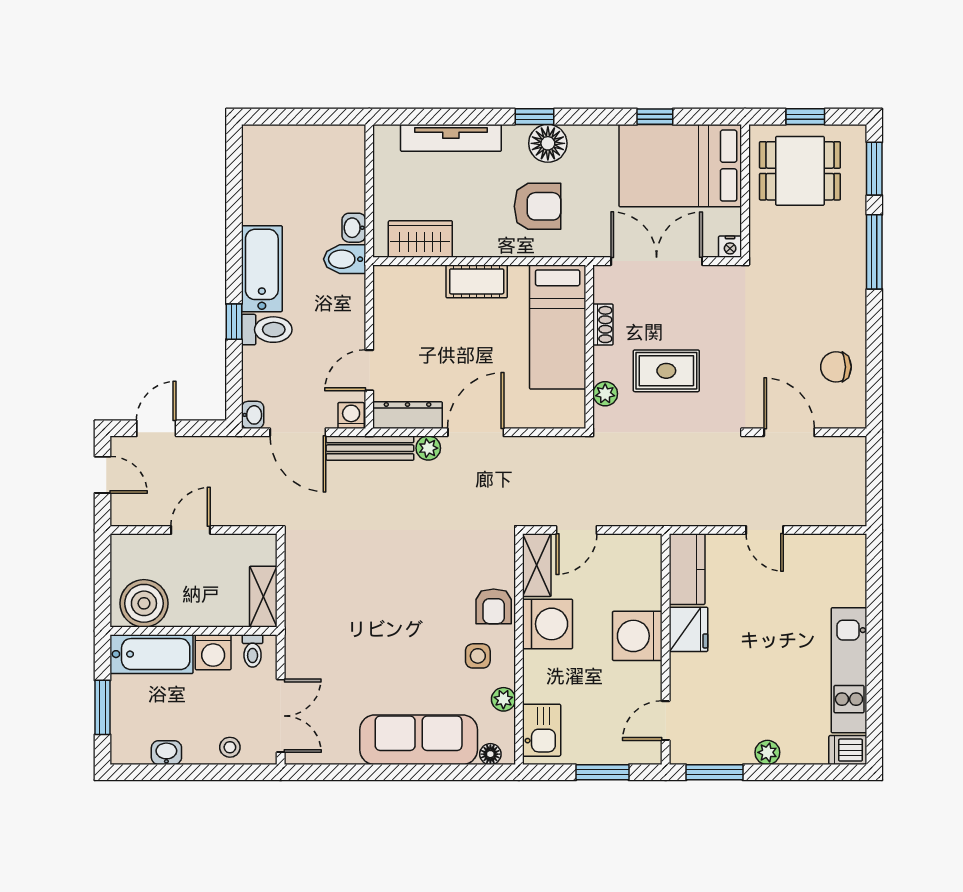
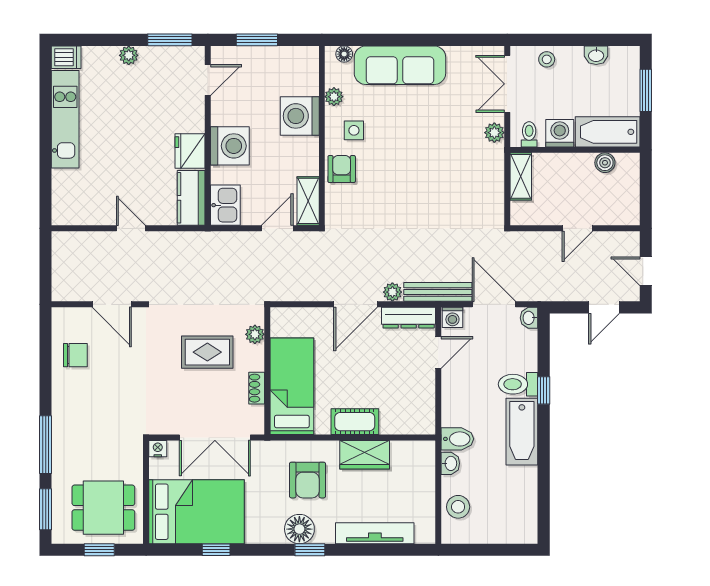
stool: (344, 172) -> (458, 507), added
armchair: (537, 206) -> (307, 480), turned -90
wardrobe: (420, 239) -> (365, 455), moved
boiler: (144, 603) -> (605, 163), width x0.54, depth x0.54
washing machine: (548, 624) -> (300, 116), moved
plant: (297, 653) -> (494, 133), added
kitchen sink: (542, 730) -> (225, 205), moved, turned 180

